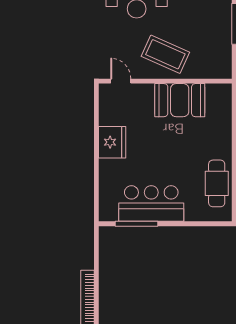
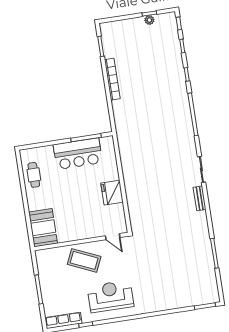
booth: (180, 100) -> (43, 228), moved, turned 90
cafe table: (217, 183) -> (34, 175), width x0.73, depth x0.74

